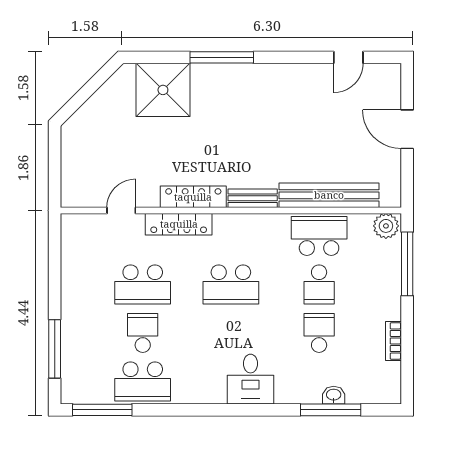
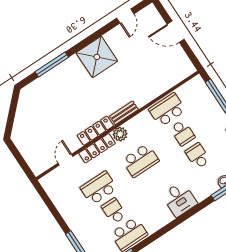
window: (222, 57) -> (52, 64), moved
shower: (163, 90) -> (97, 57), moved
bench: (329, 195) -> (159, 87), removed
plant: (386, 226) -> (120, 134), moved
school desk: (143, 284) -> (99, 188), turned 180

